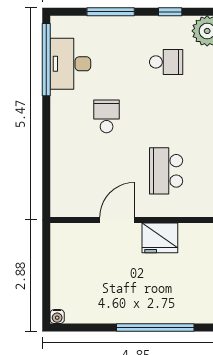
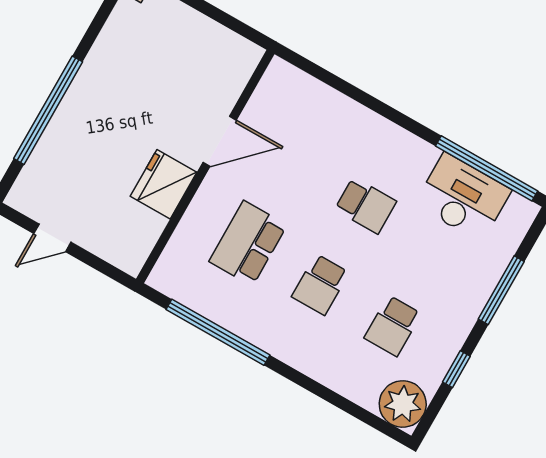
school desk: (166, 116) -> (320, 285), added
school desk: (166, 171) -> (248, 243), turned -90
door: (117, 220) -> (220, 141), hinge flipped

